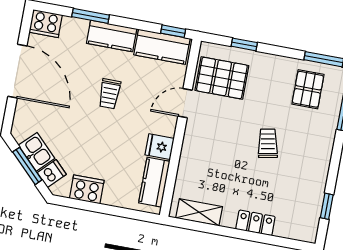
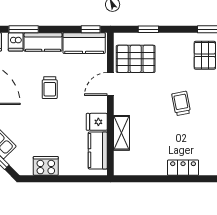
dishwasher: (52, 174) -> (16, 42), moved, turned 135
shelving: (199, 212) -> (122, 133), moved, turned 90

